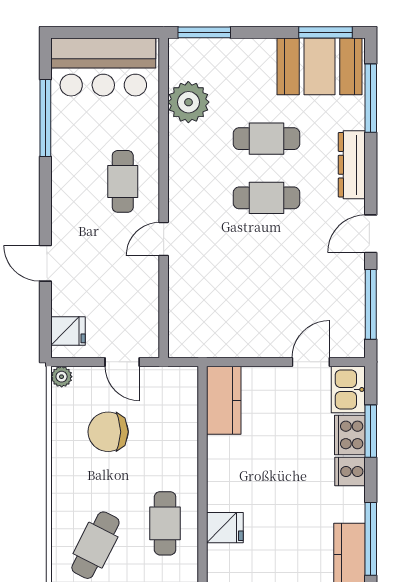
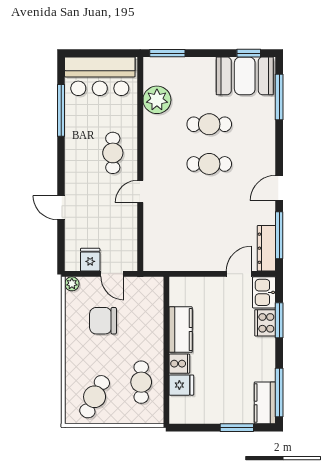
window: (326, 32) -> (249, 53), width x0.67
dresser: (352, 165) -> (266, 248), moved
fridge: (68, 331) -> (90, 260), moved, turned -90
kitchen counter: (224, 400) -> (181, 330), moved
cooker: (350, 471) -> (179, 364), moved, turned 180

